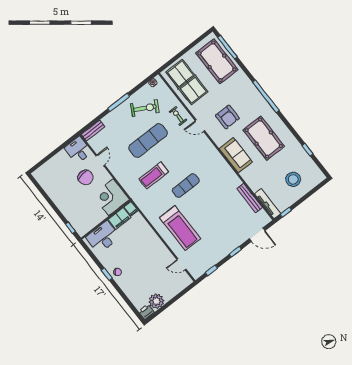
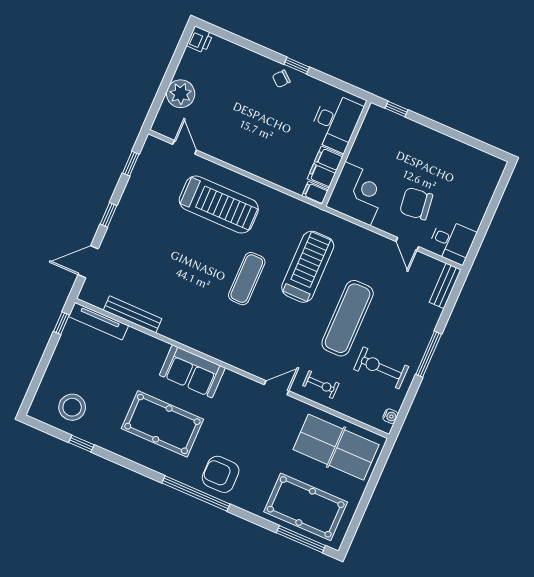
exercise bike: (145, 108) -> (381, 368), turned 61
armchair: (227, 117) -> (221, 474), moved
treadmill: (154, 175) -> (308, 267), width x1.37, depth x1.38
stool: (293, 179) -> (72, 407), moved
treadmill: (180, 228) -> (219, 205), turned 180
door: (181, 264) -> (185, 147), hinge flipped
plant: (156, 301) -> (181, 94), moved

